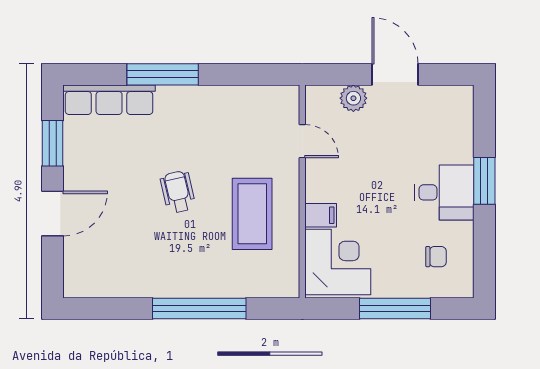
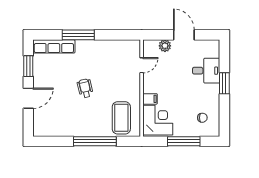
door: (302, 141) -> (142, 65), hinge flipped
desk: (444, 192) -> (206, 71), moved
coffee table: (252, 214) -> (121, 118), moved

